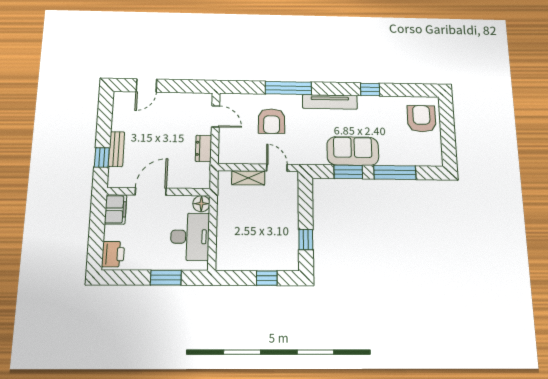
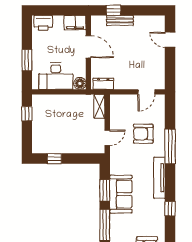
dresser: (203, 148) -> (103, 84), moved
shelving: (248, 178) -> (99, 106), moved
window: (267, 278) -> (27, 114), moved

